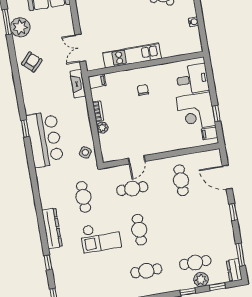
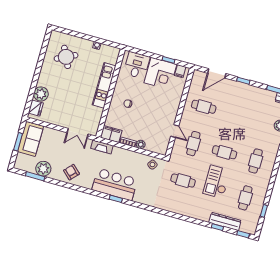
kitchen unit: (132, 56) -> (104, 85), moved
filing cabinet: (97, 81) -> (111, 134), width x2.00
bar counter: (45, 139) -> (115, 184), moved
dresser: (52, 228) -> (225, 221), moved
checkout: (101, 237) -> (217, 182), turned 180
cafe table: (195, 262) -> (245, 198), moved

